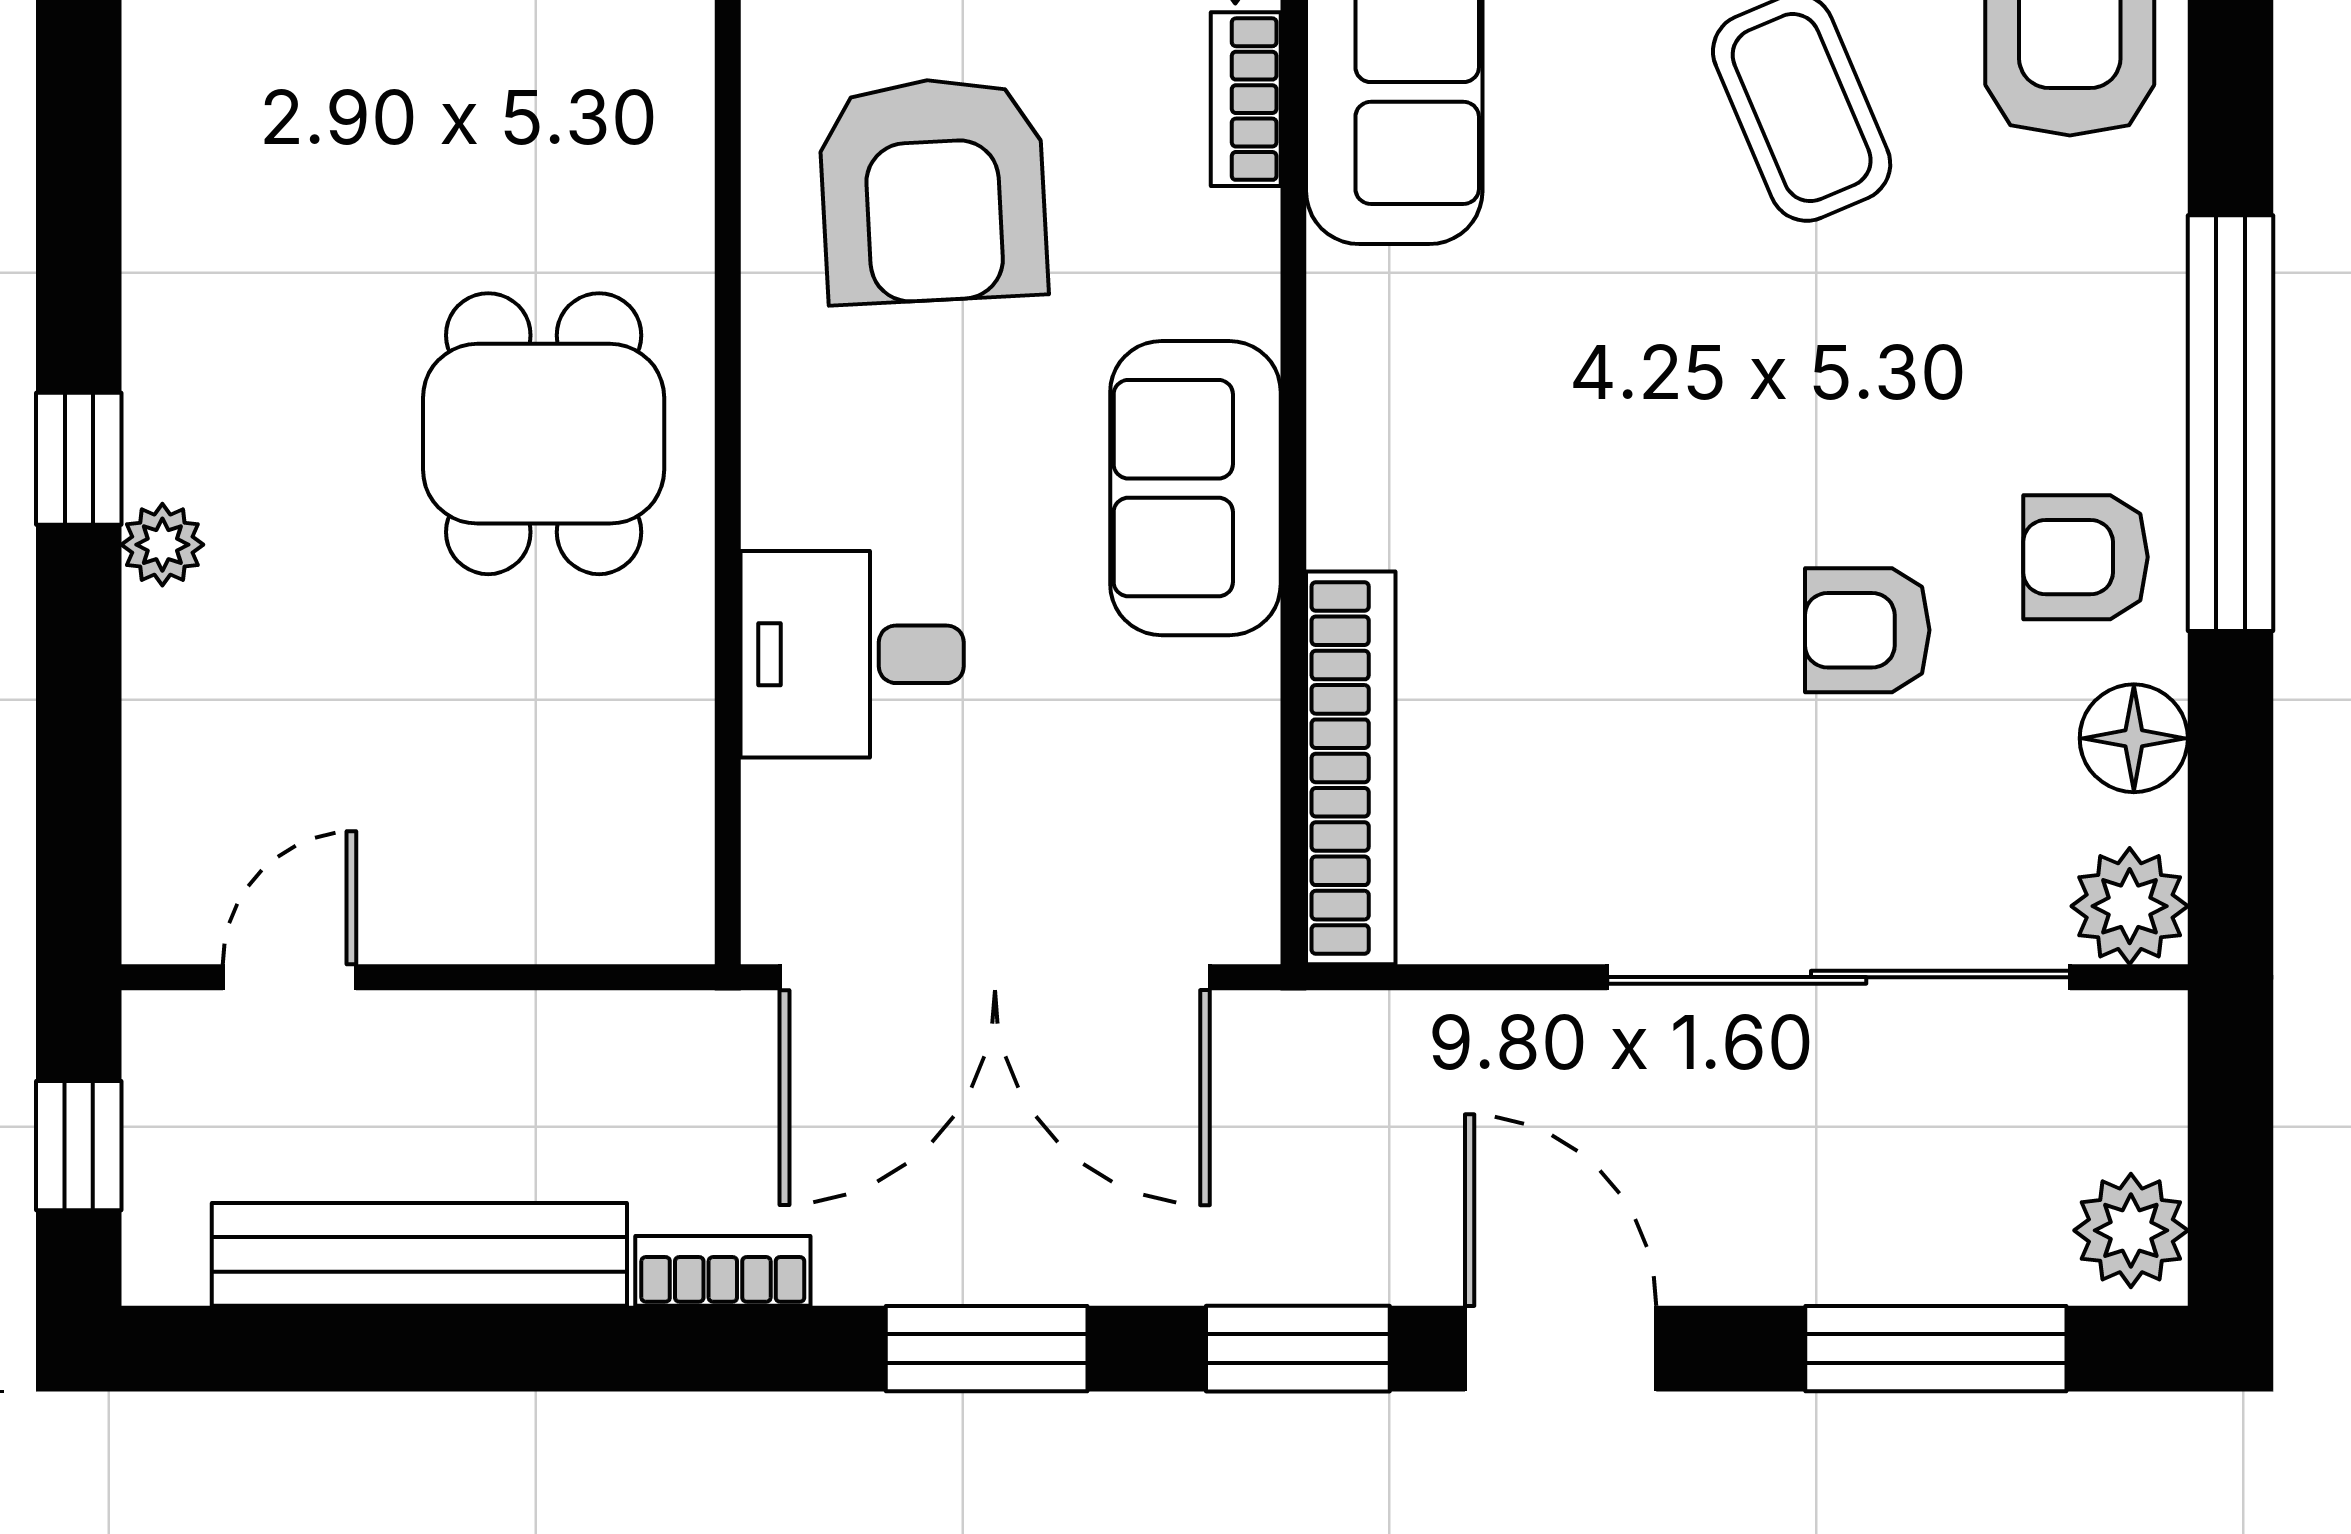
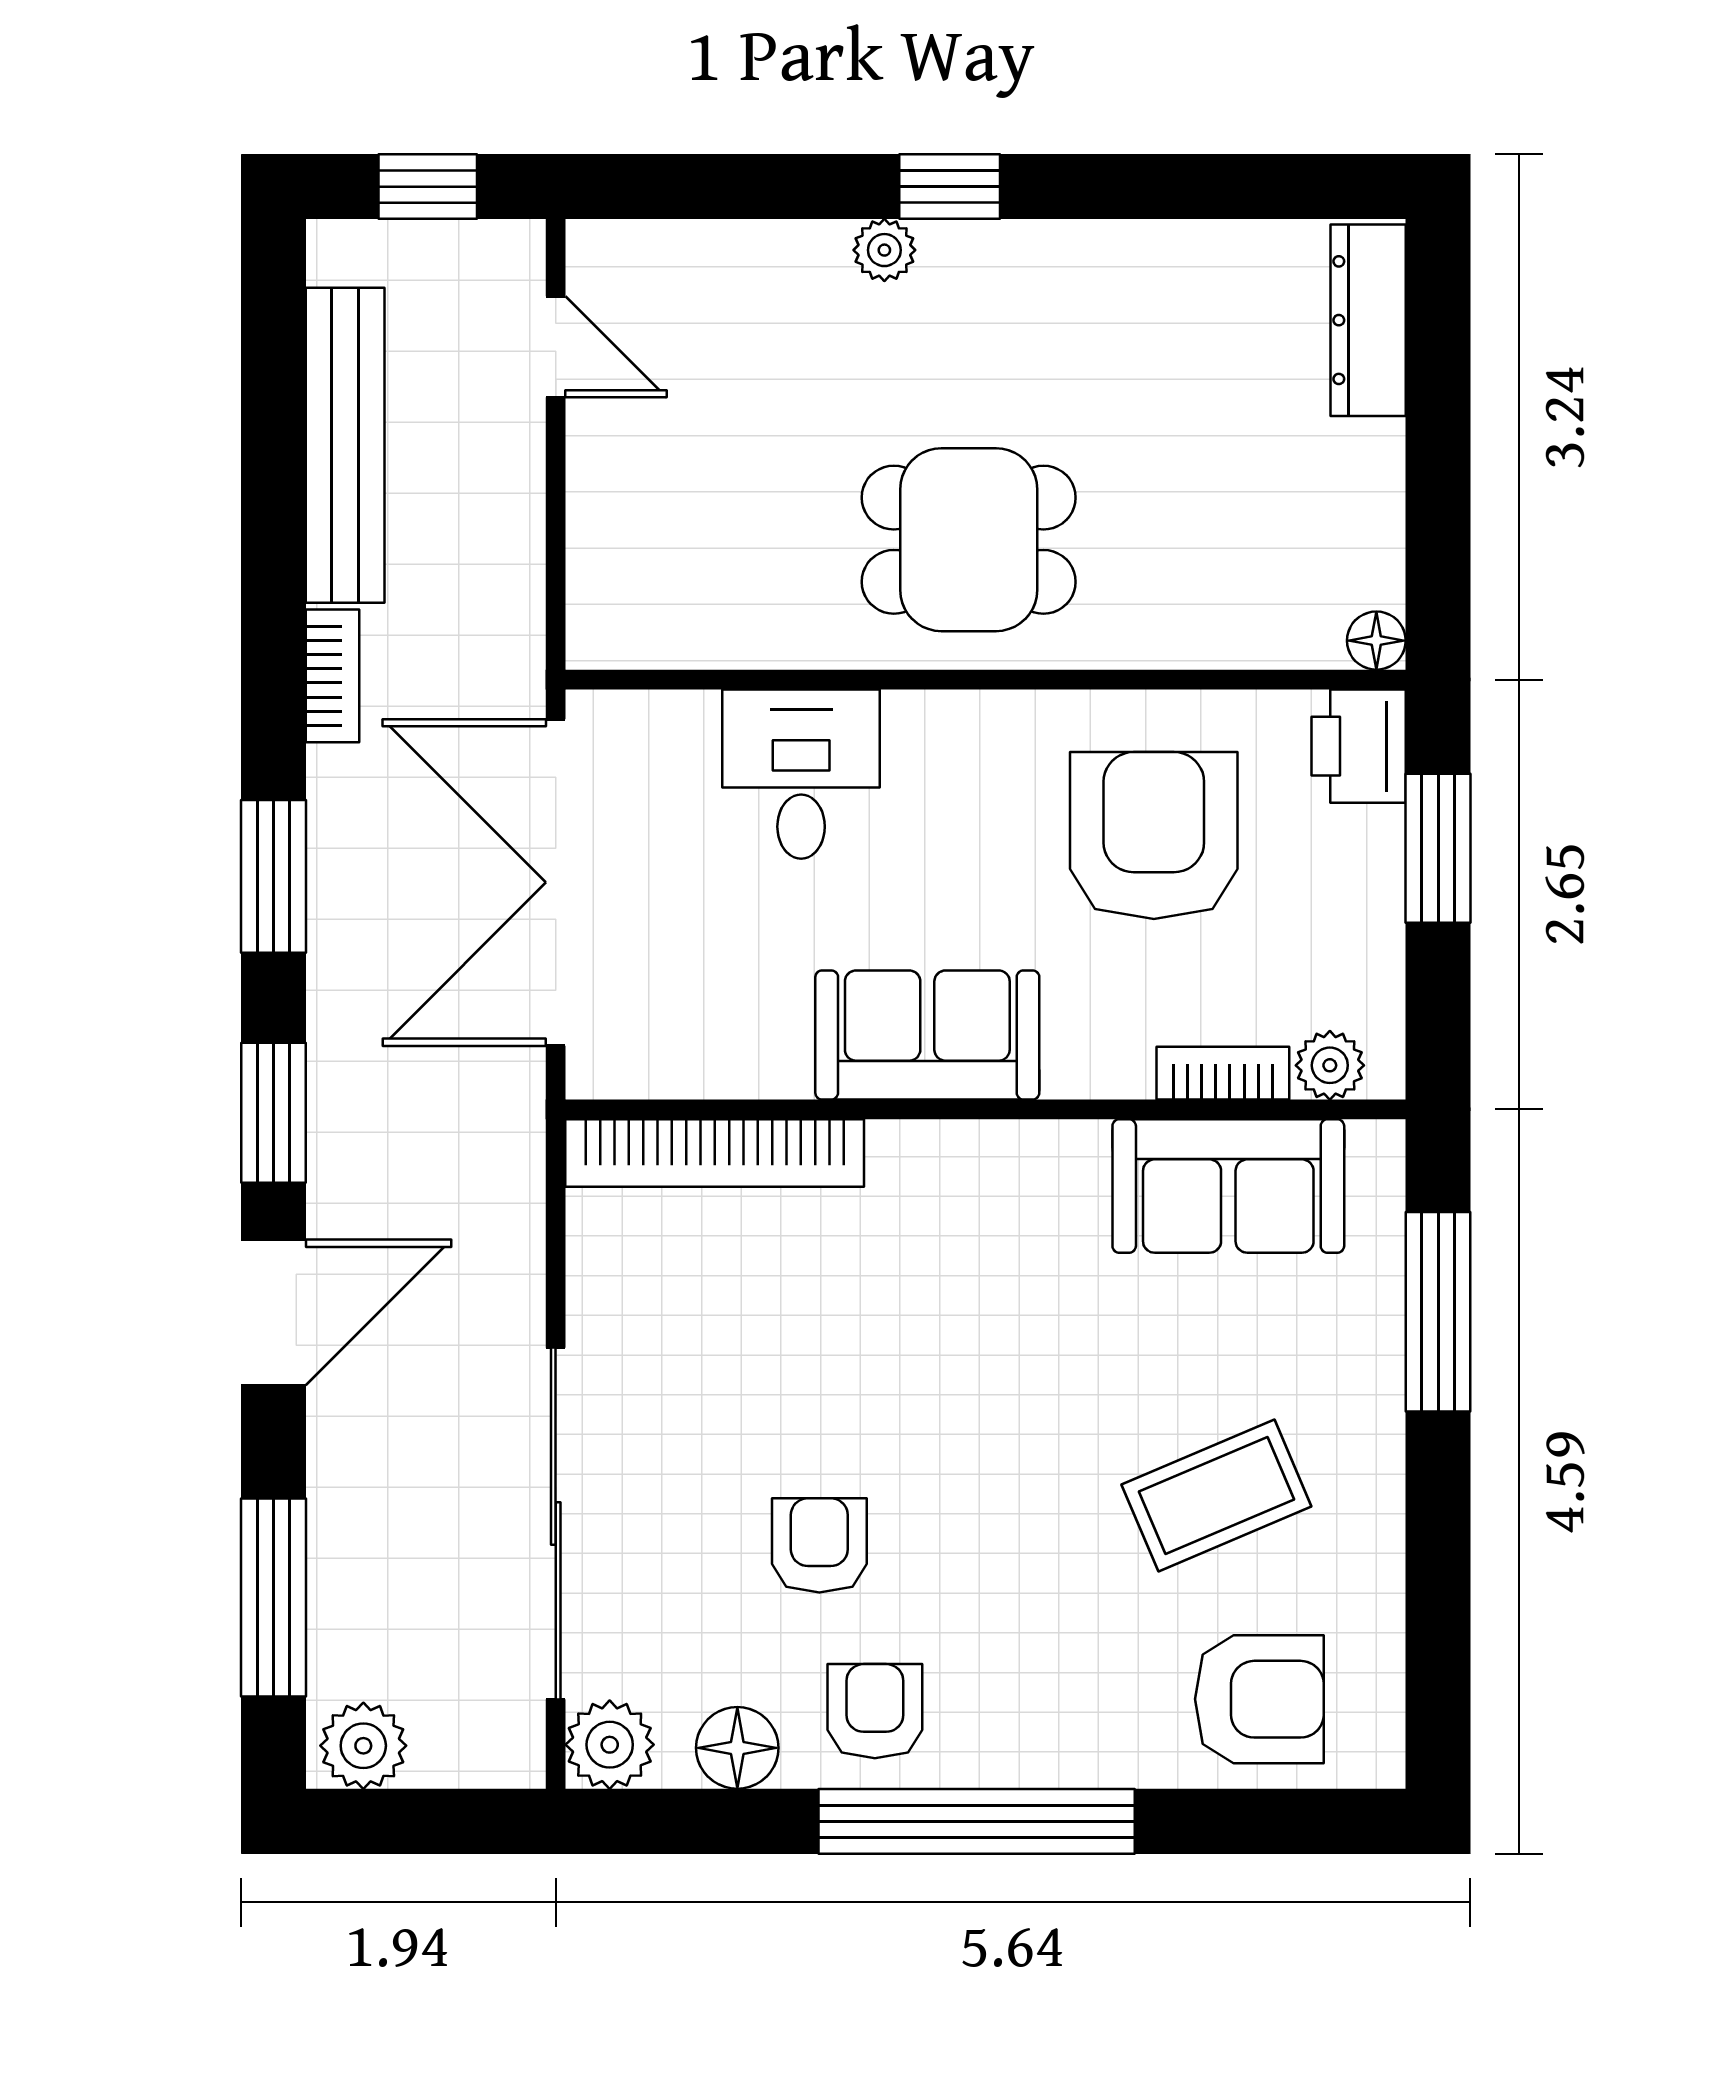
armchair: (933, 190) -> (1154, 836), turned 93

